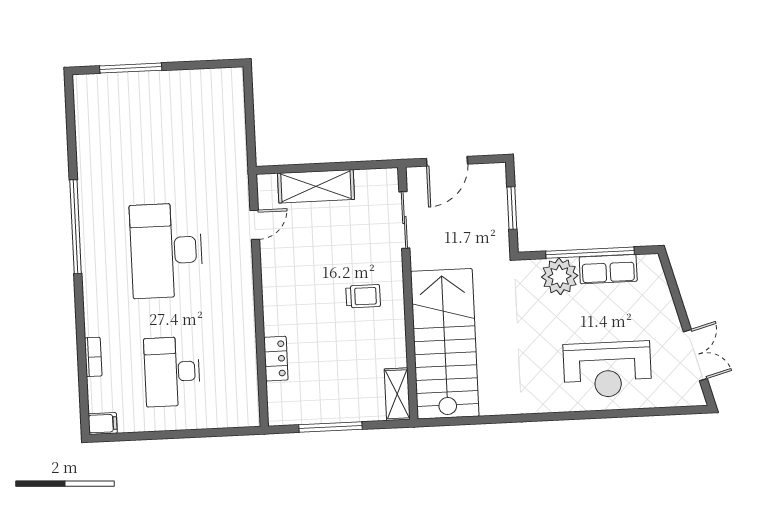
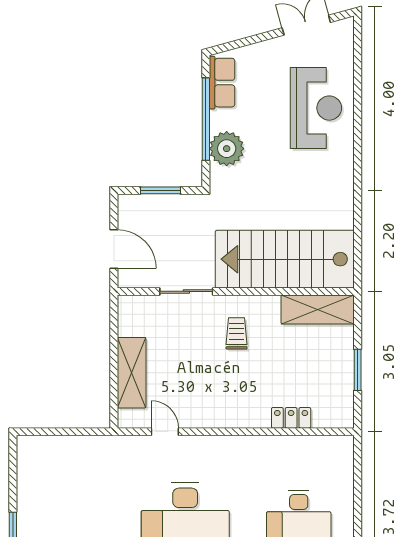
sliding door: (404, 220) -> (186, 291), moved
row of seats: (608, 269) -> (222, 83), moved
shelving: (397, 394) -> (318, 310), width x1.50, depth x1.33
window: (330, 427) -> (358, 370), width x0.69

